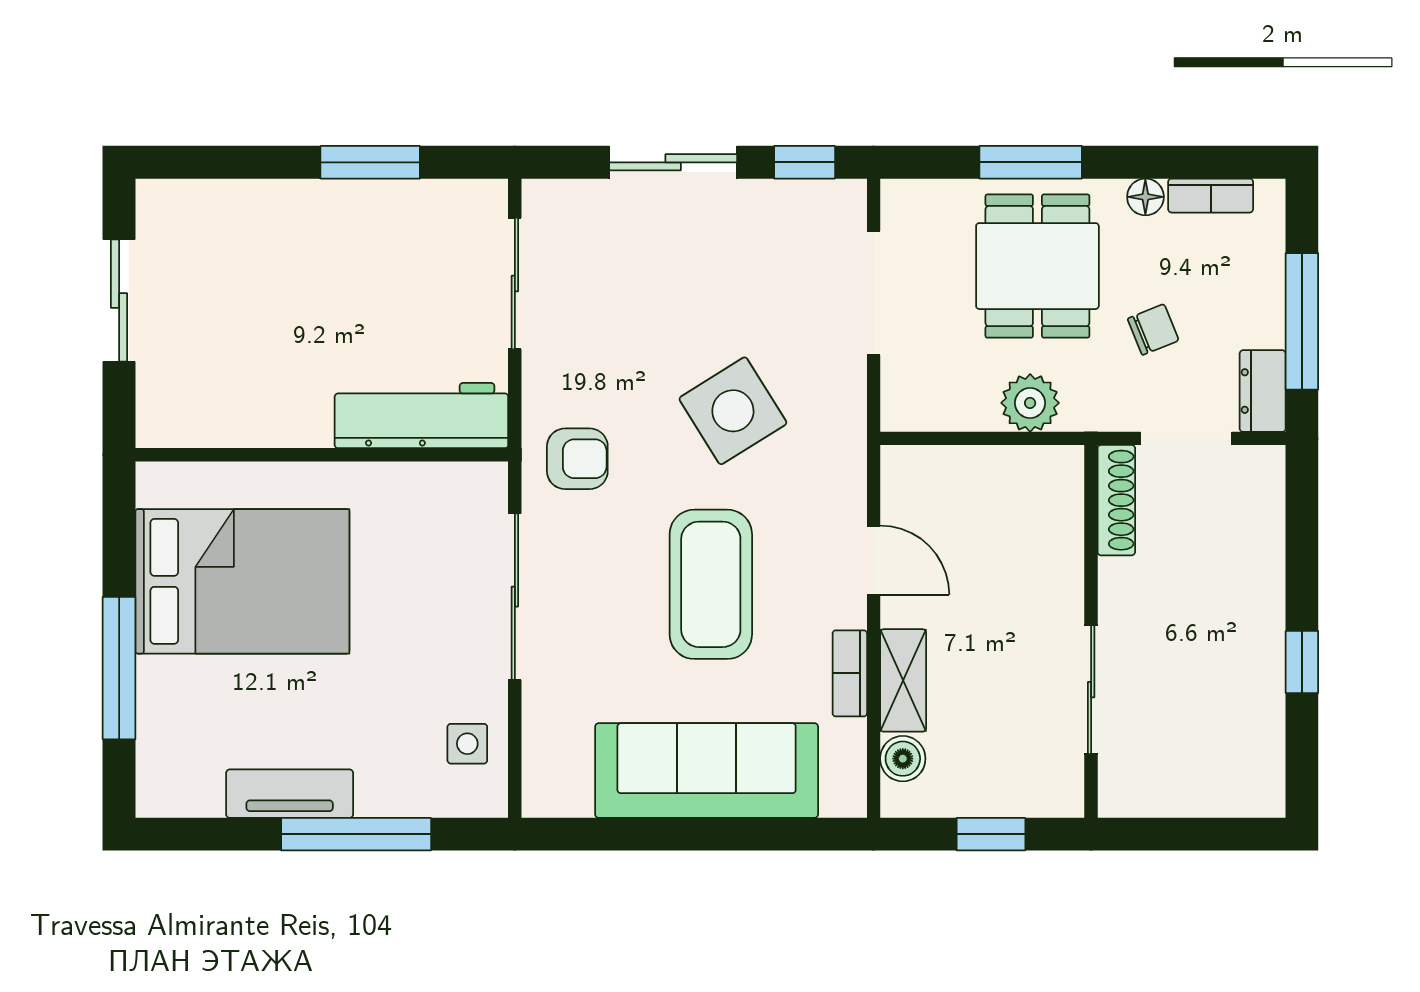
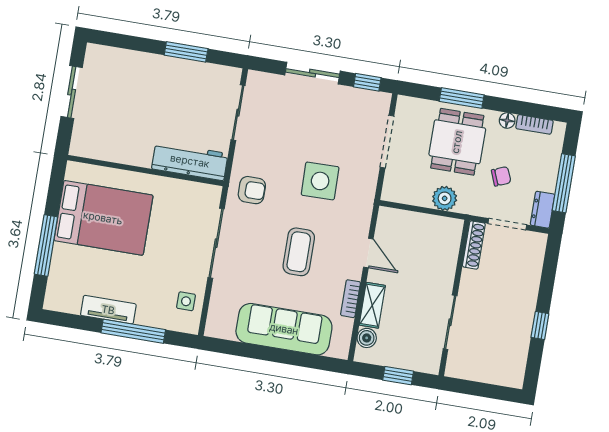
side table: (733, 411) -> (320, 181), turned 31
coffee table: (711, 584) -> (299, 252), width x0.73, depth x0.76

